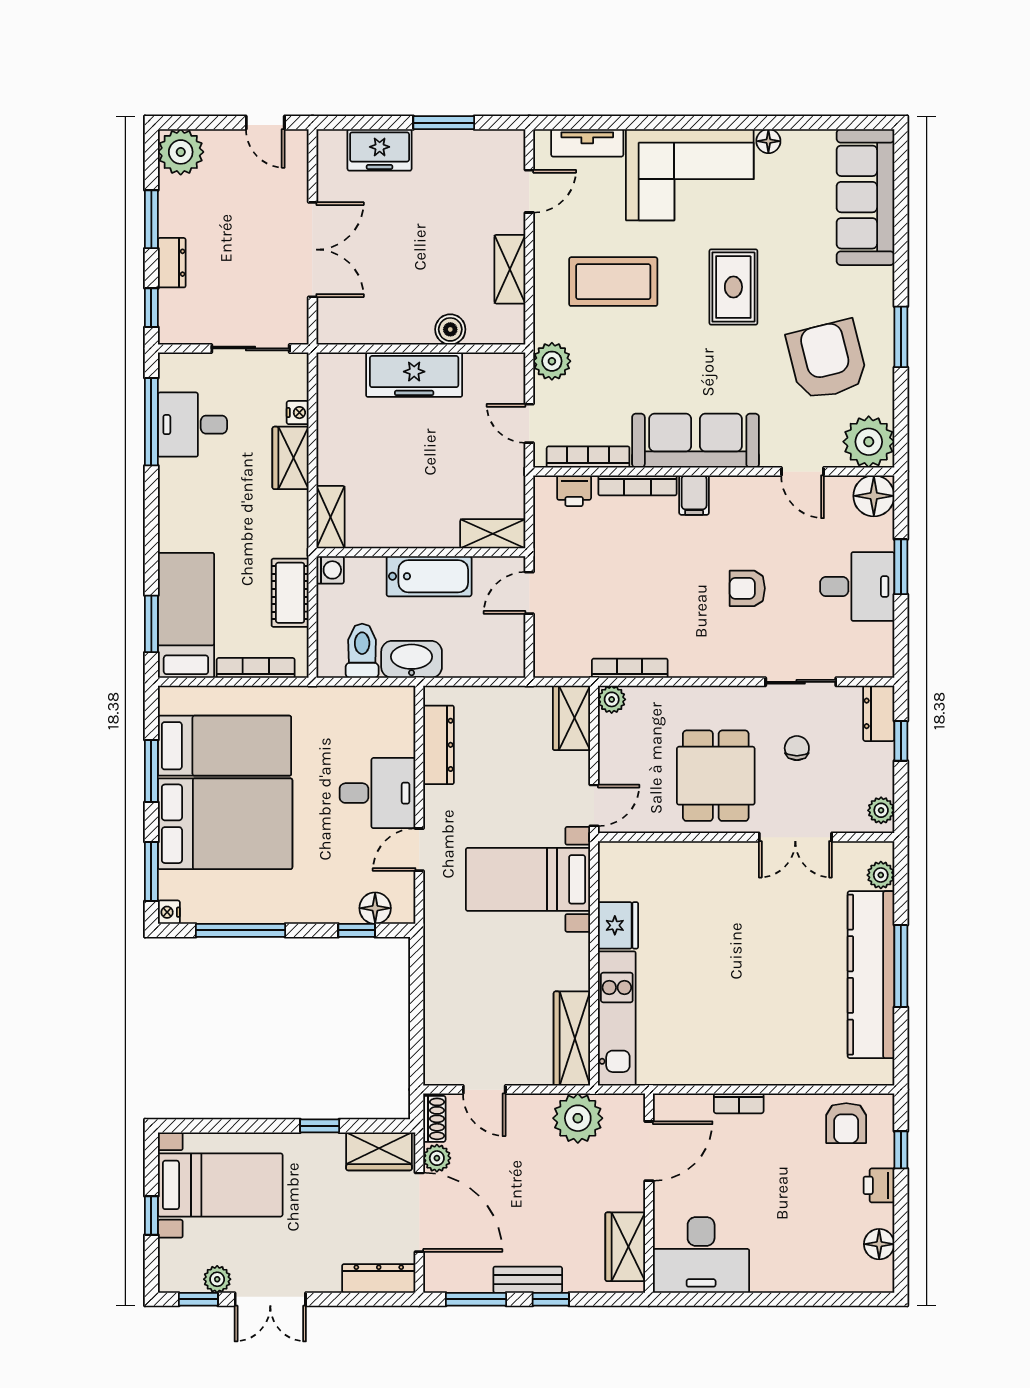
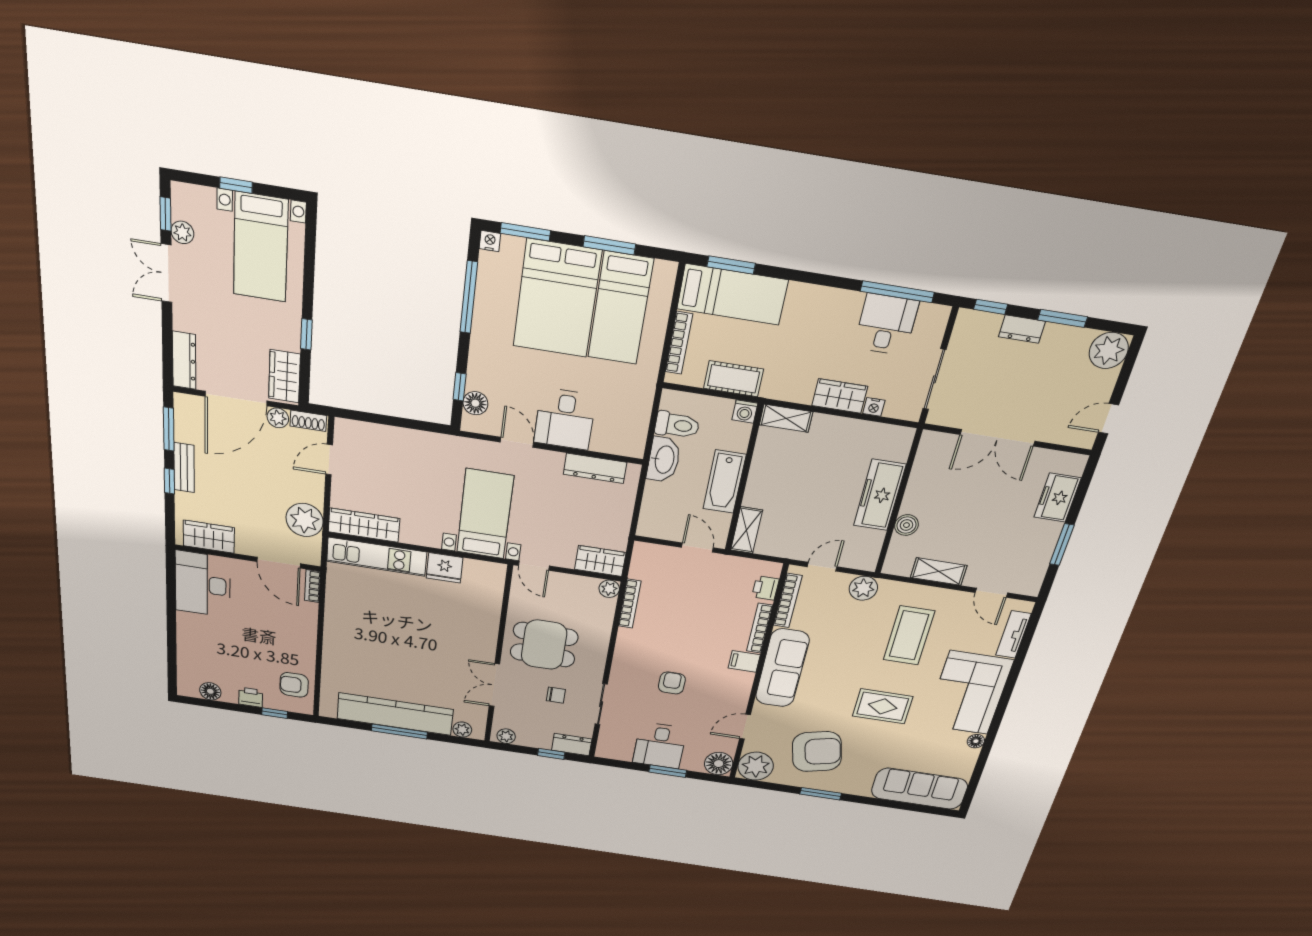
bookcase: (739, 1103) -> (313, 586), moved

